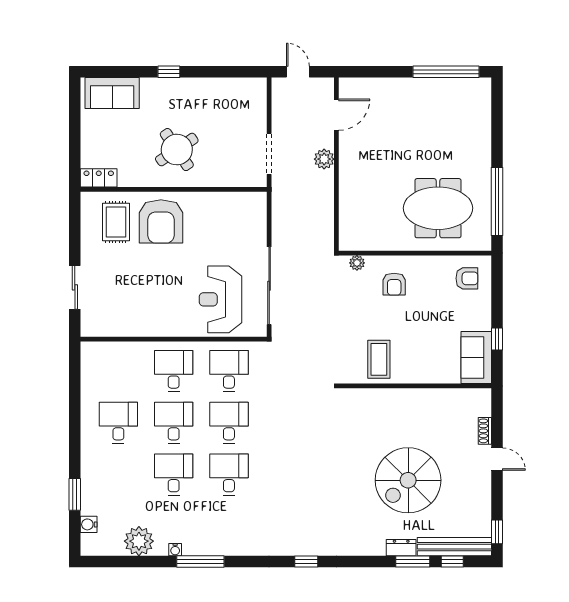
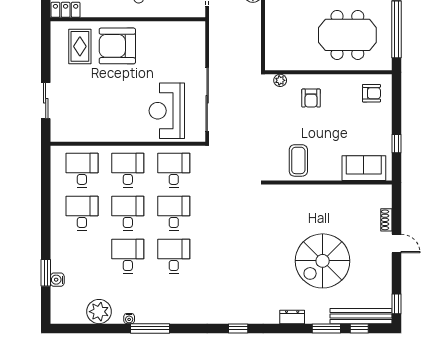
armchair: (161, 221) -> (117, 46), turned 90
sofa: (476, 358) -> (364, 168), moved, turned 90
desk: (118, 371) -> (82, 170), added
water cooler: (89, 524) -> (57, 280), moved
dresser: (401, 548) -> (292, 317), moved

